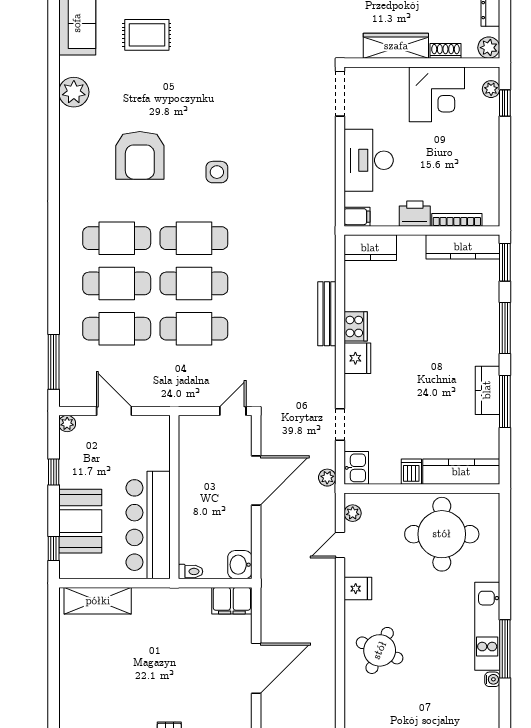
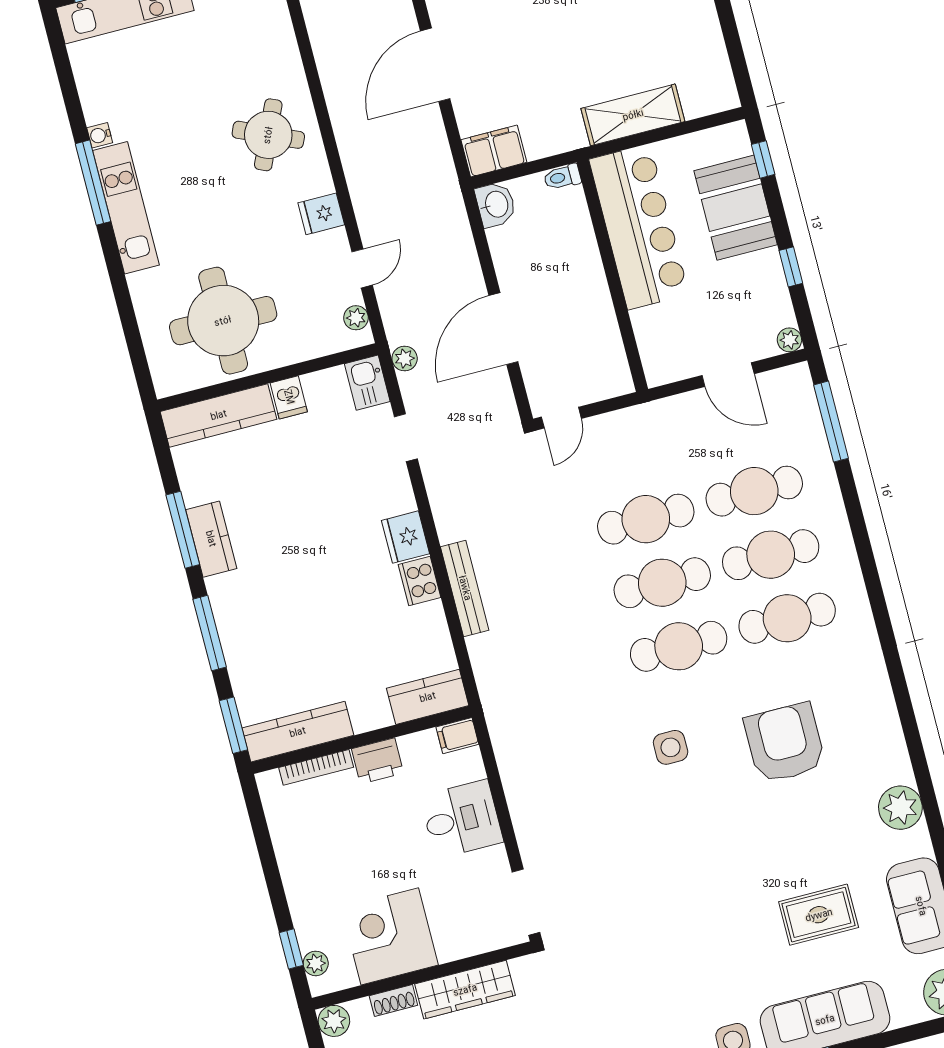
desk: (369, 160) -> (462, 819), width x0.73
shelving: (98, 601) -> (633, 115), moved

